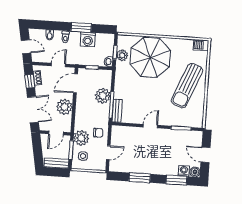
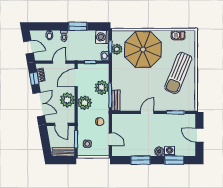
washing machine: (88, 39) -> (102, 37), moved, turned 90
barbecue: (201, 45) -> (178, 35), moved
door: (56, 133) -> (61, 124), hinge flipped
plant: (81, 138) -> (85, 103), moved
door: (108, 153) -> (110, 139), hinge flipped
washing machine: (184, 171) -> (170, 151), moved
boiler: (195, 172) -> (159, 152), moved

